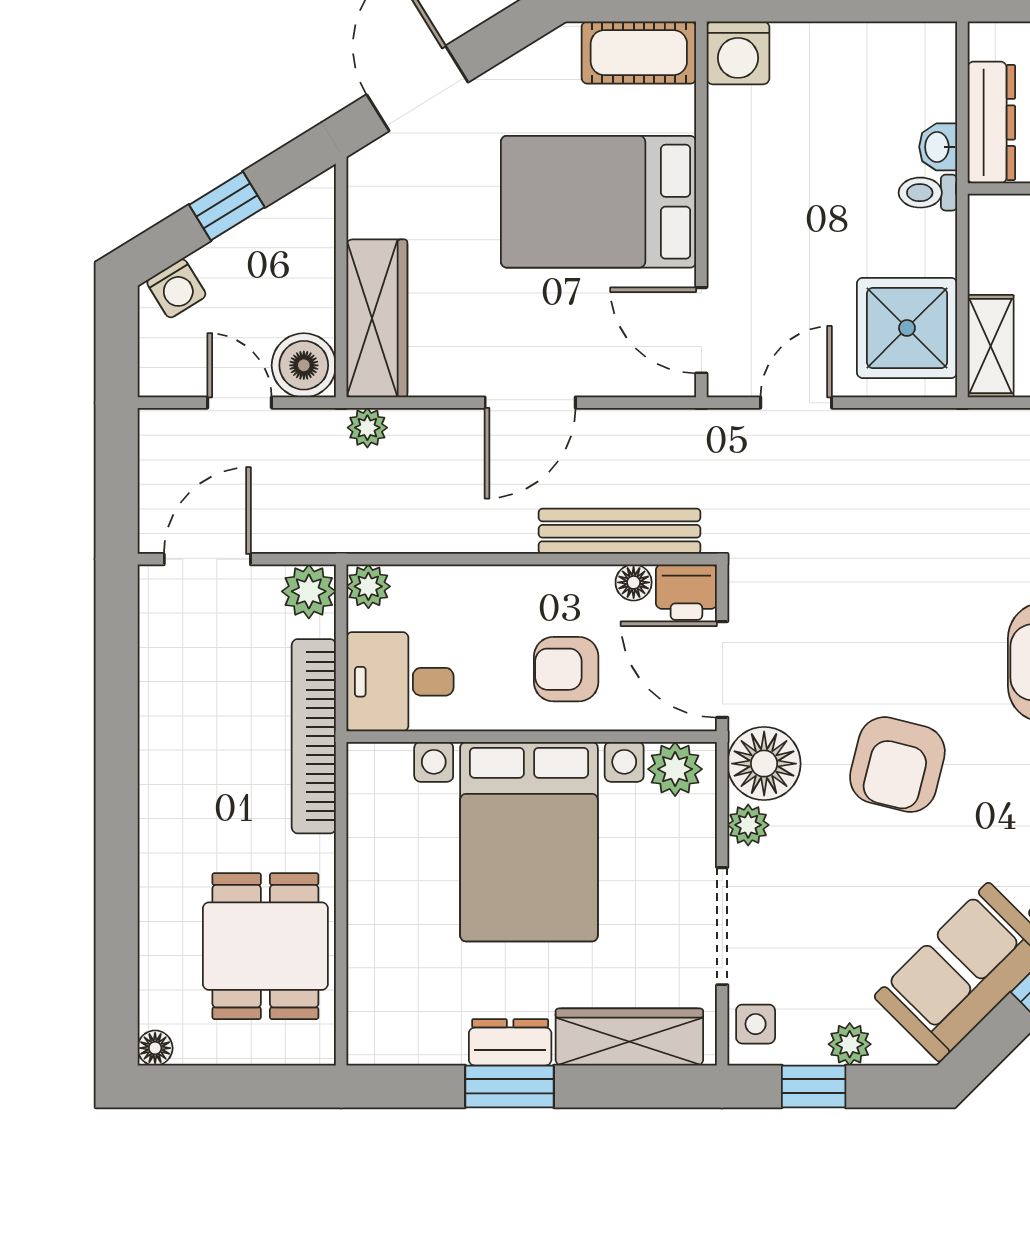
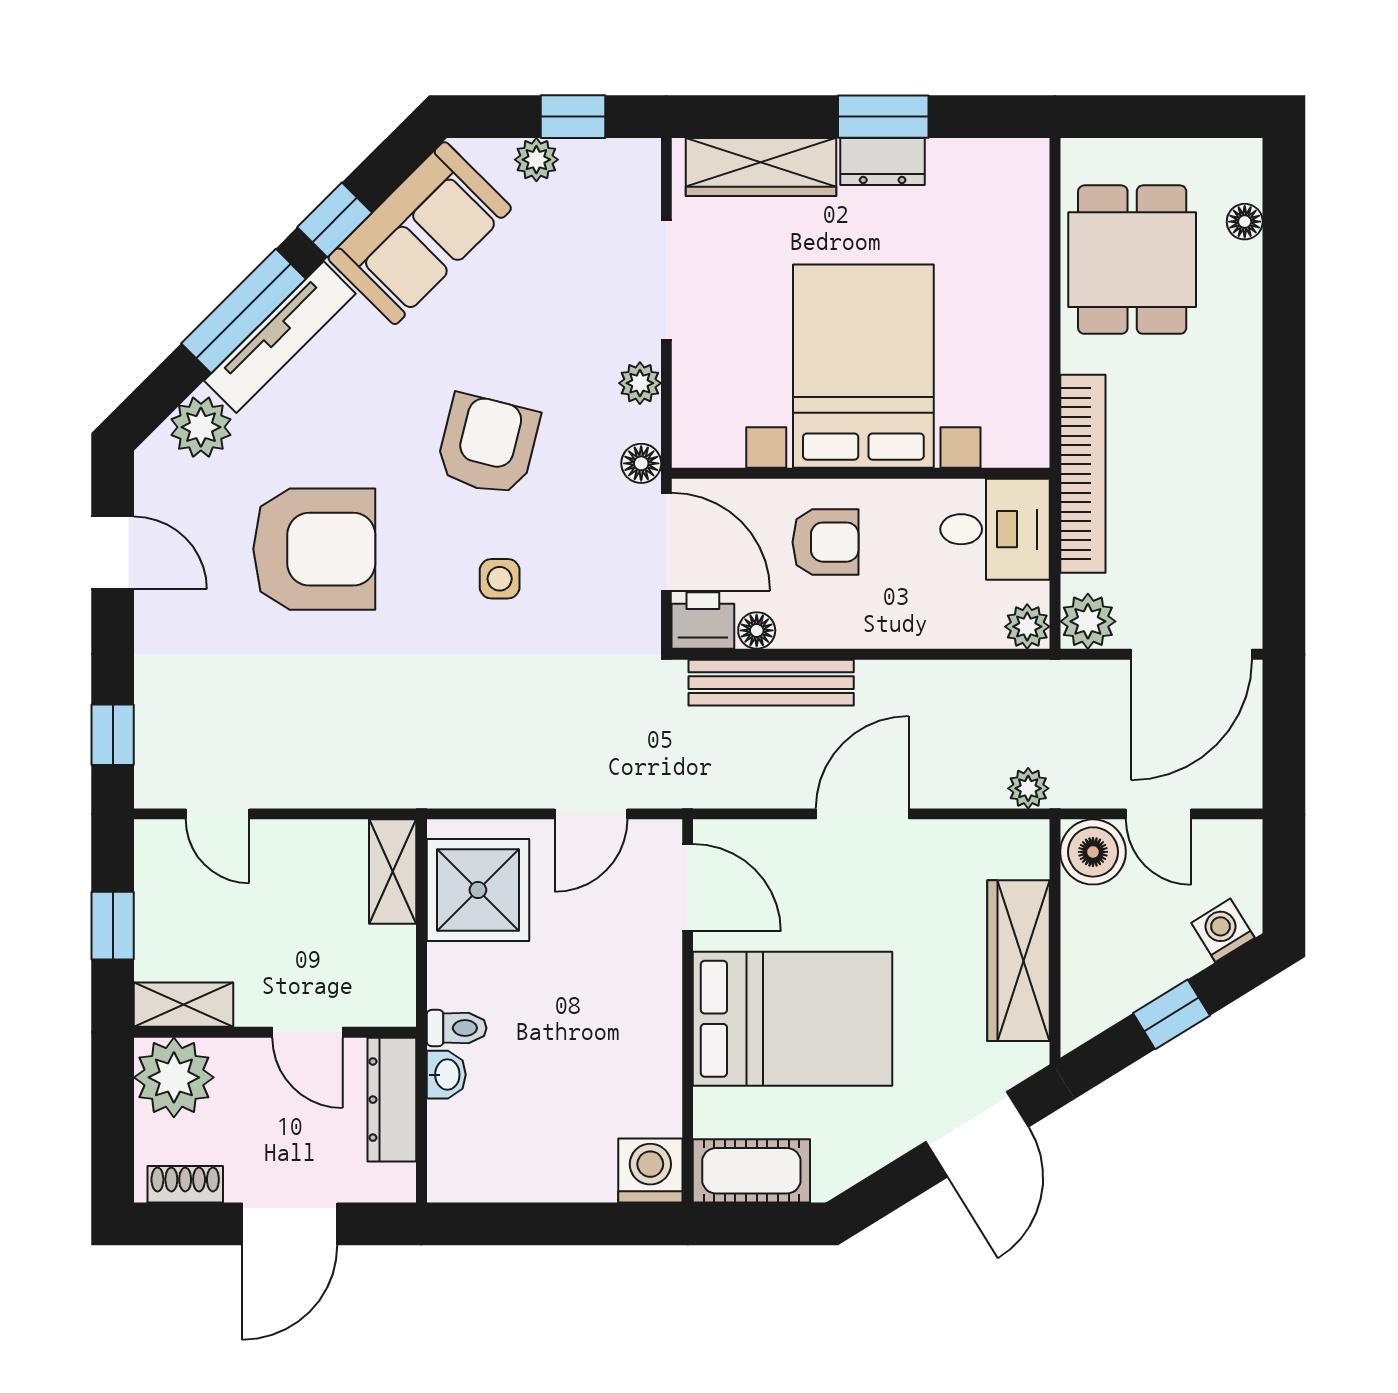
wardrobe: (377, 318) -> (1019, 961), moved
door: (207, 559) -> (1191, 654), width x1.36
floor lamp: (764, 764) -> (641, 463), width x0.53, depth x0.53
plant: (675, 769) -> (714, 440), removed
side table: (756, 1024) -> (500, 579), moved
floor lamp: (155, 1048) -> (1245, 222), moved

